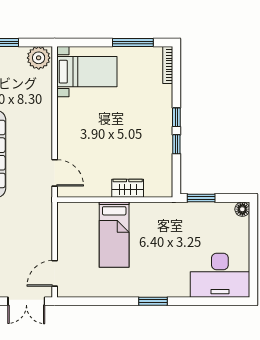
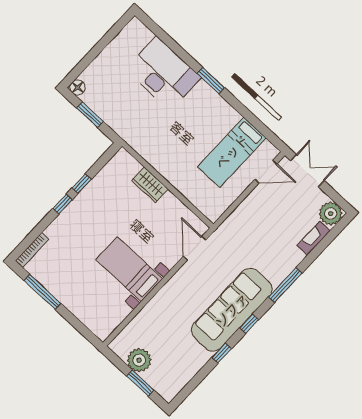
plant: (39, 58) -> (139, 360), moved
bed with nightstands: (87, 72) -> (129, 269), moved
window: (201, 198) -> (90, 115), moved
bed: (114, 235) -> (232, 152), moved, turned 180
desk: (220, 275) -> (163, 73), moved

